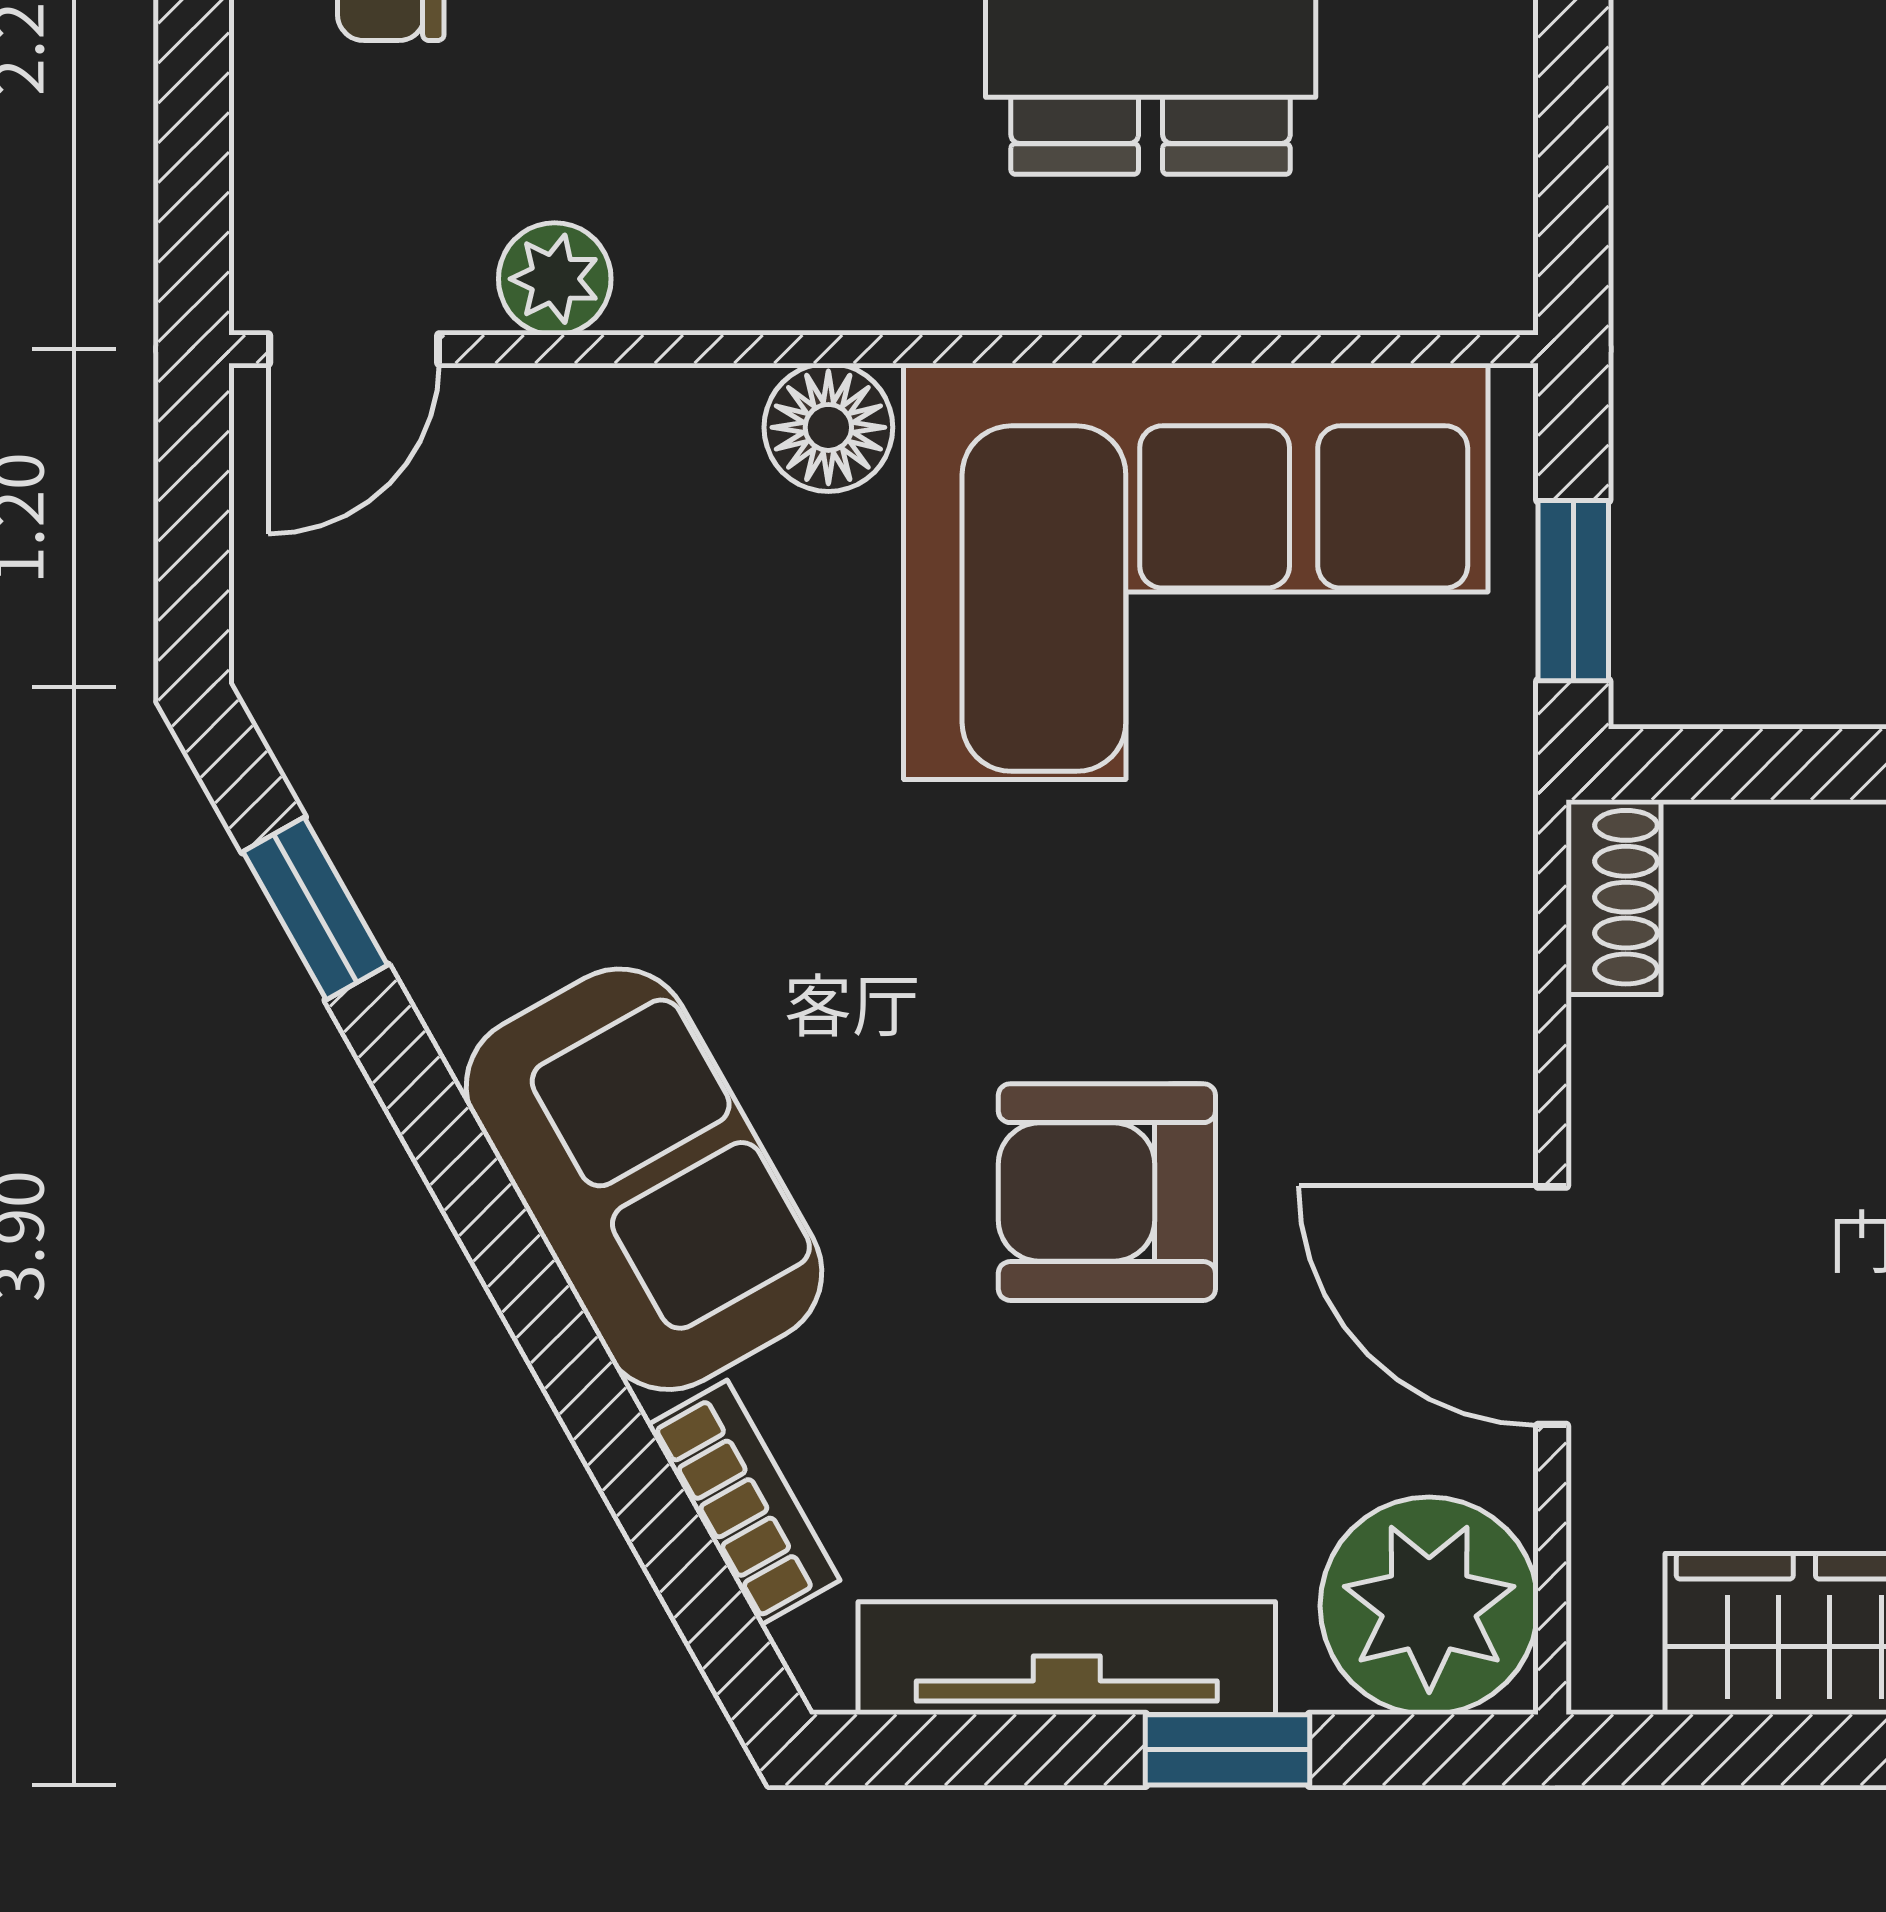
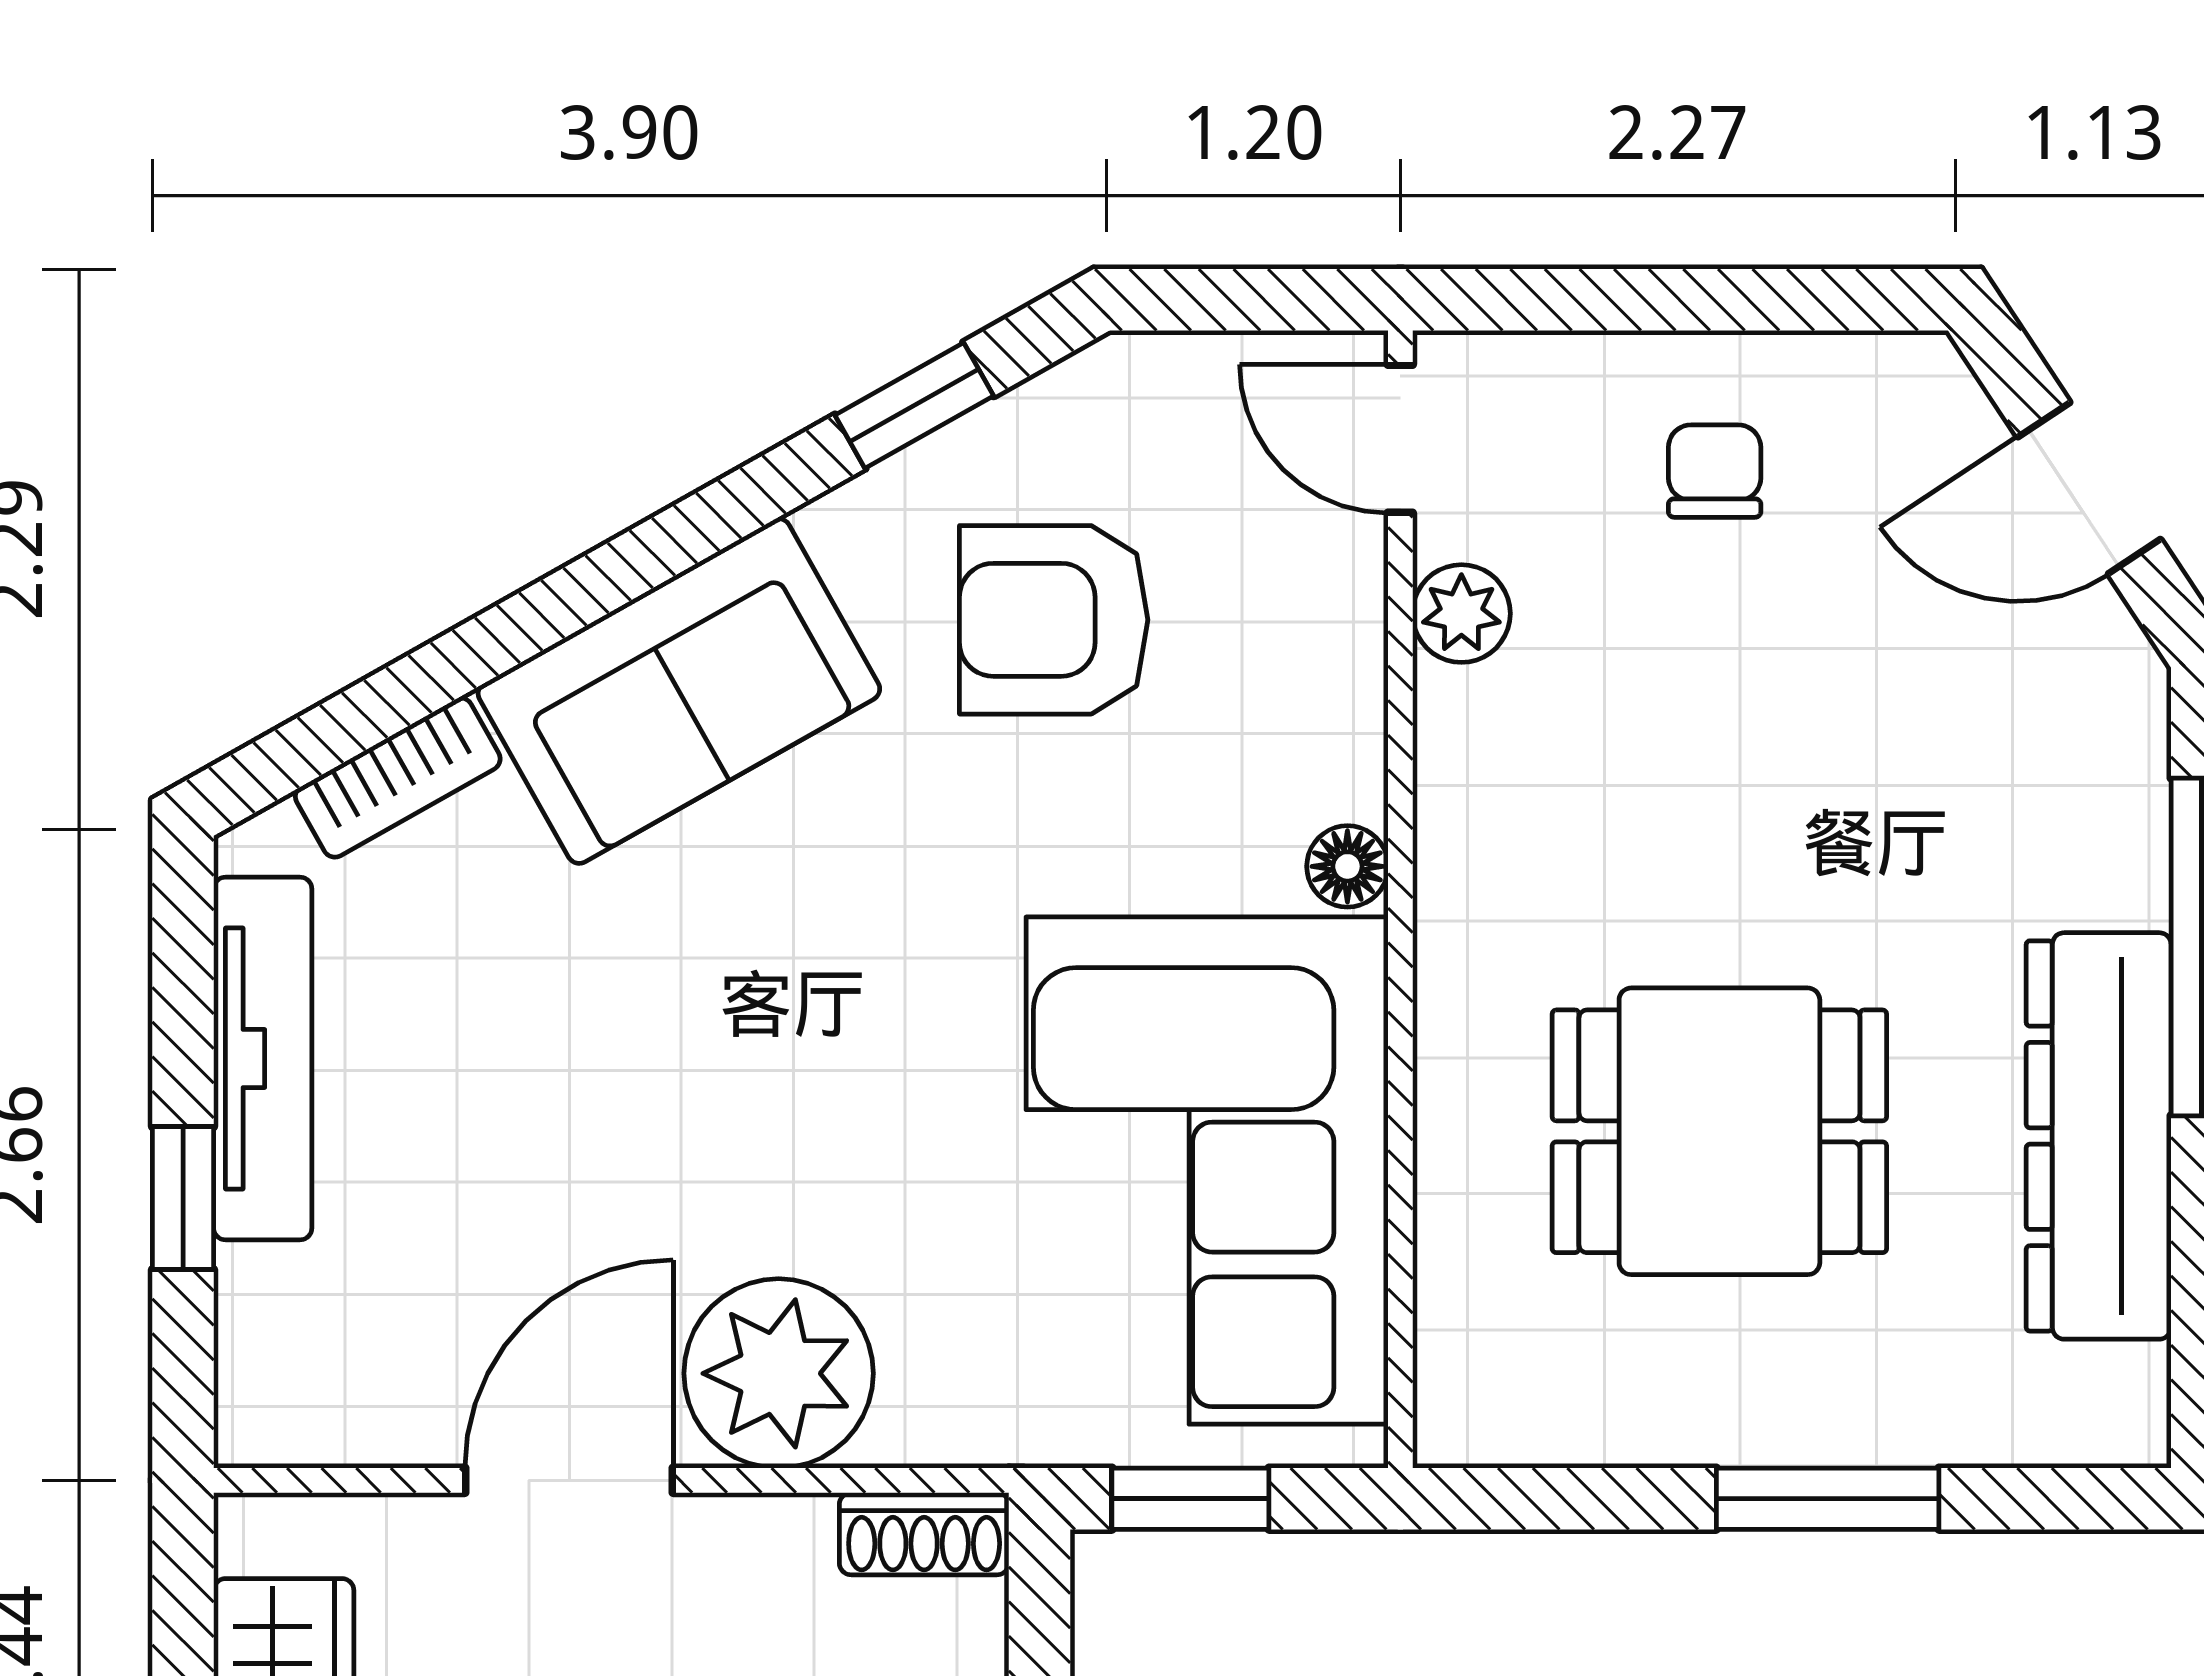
floor lamp: (828, 427) -> (1347, 866), width x0.73, depth x0.73
armchair: (1107, 1192) -> (1054, 620), moved, turned -90
plant: (1429, 1606) -> (779, 1373), moved

